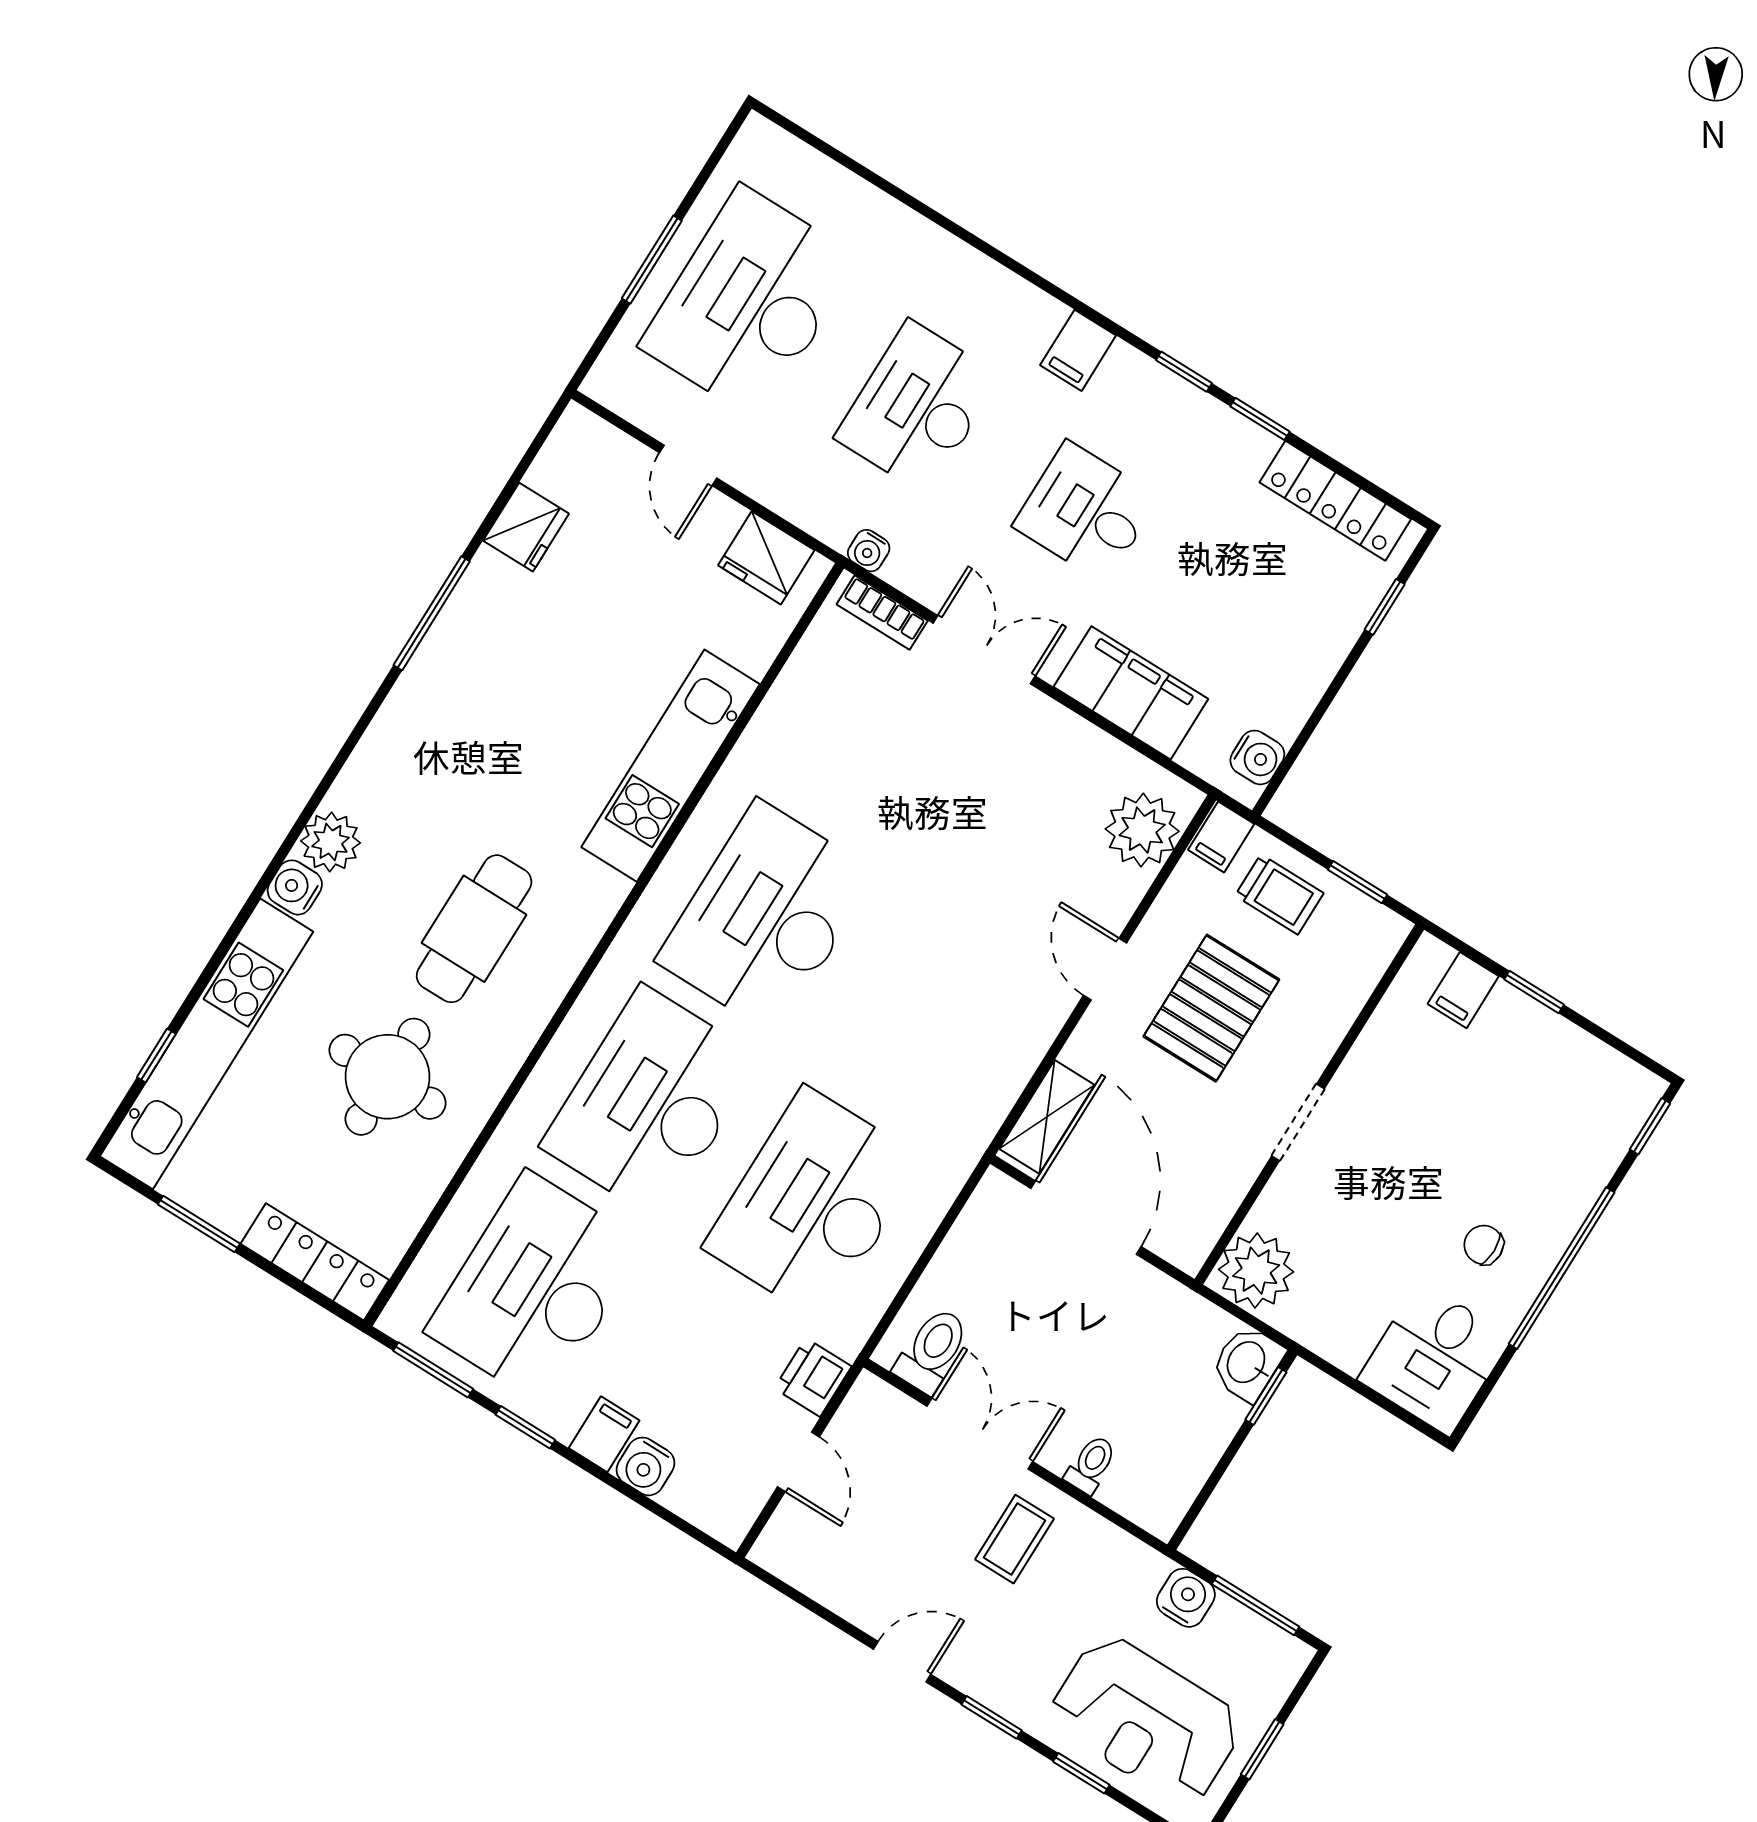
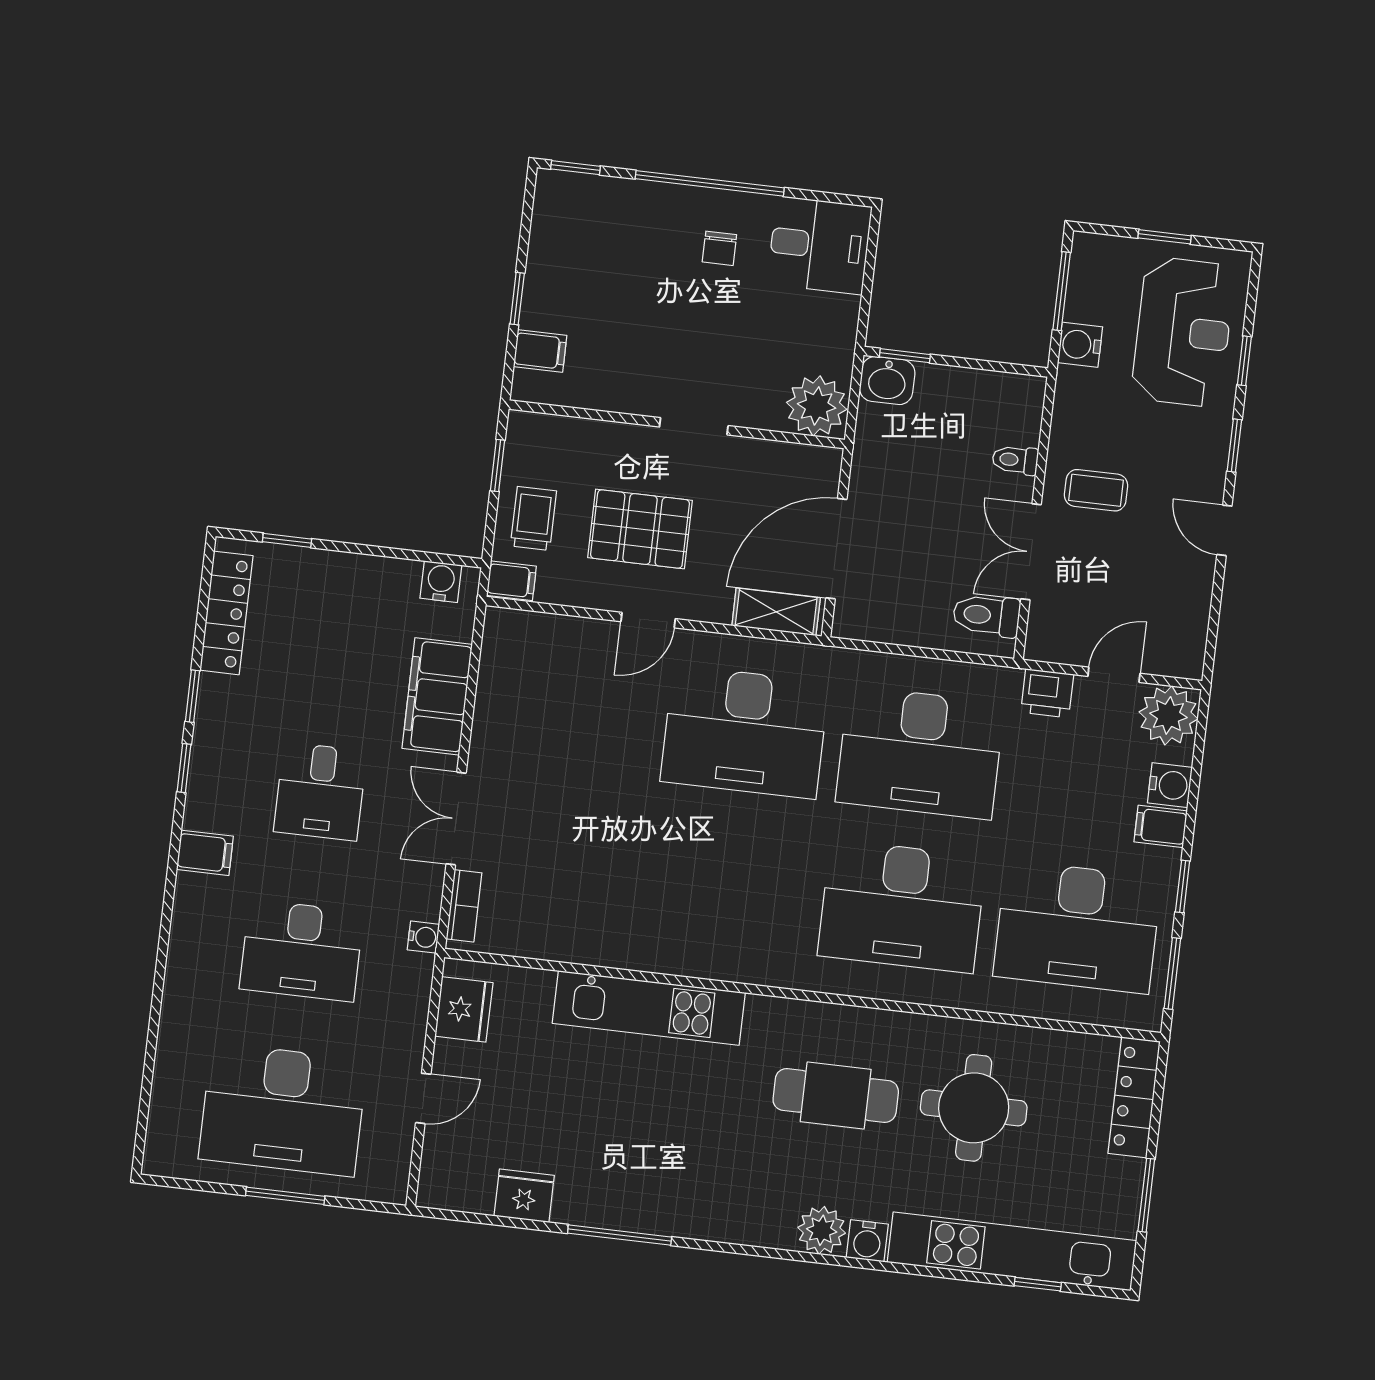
plant: (1142, 830) -> (1168, 715), moved
desk: (766, 917) -> (745, 732), moved

